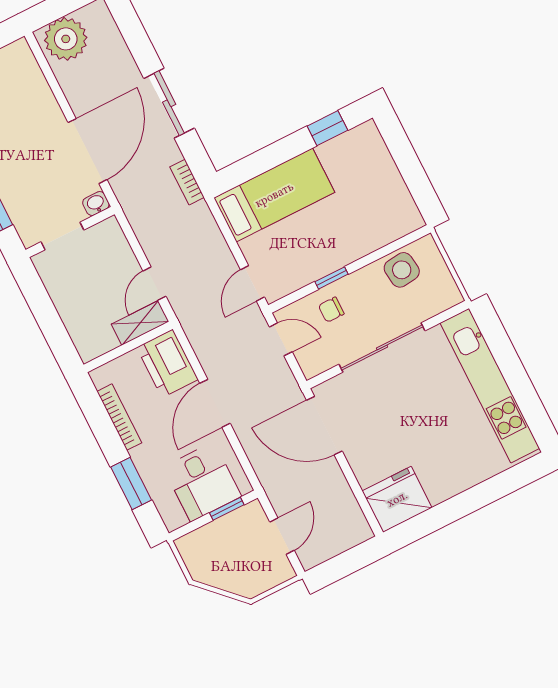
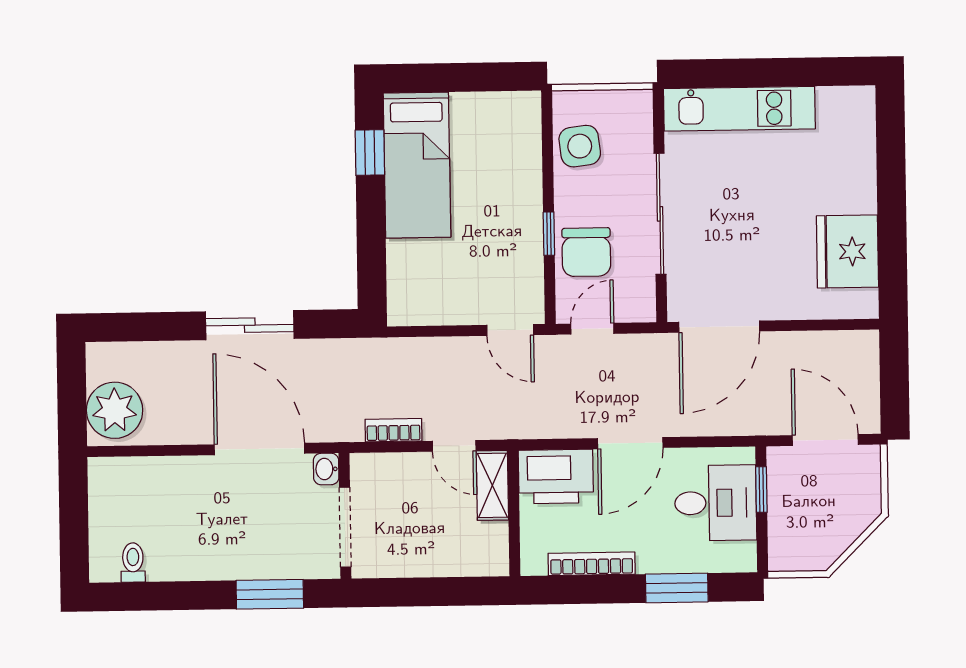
bookcase: (187, 182) -> (394, 430), moved, turned 180
bed: (274, 195) -> (417, 165), moved, turned 180
doorway: (62, 236) -> (345, 527), width x1.38
chair: (331, 310) -> (586, 252), width x1.87, depth x1.87
kitchen unit: (490, 386) -> (739, 109), width x0.73
door: (215, 403) -> (630, 443), hinge flipped
fridge: (397, 499) -> (847, 252), moved
door: (282, 536) -> (825, 440), width x1.38

